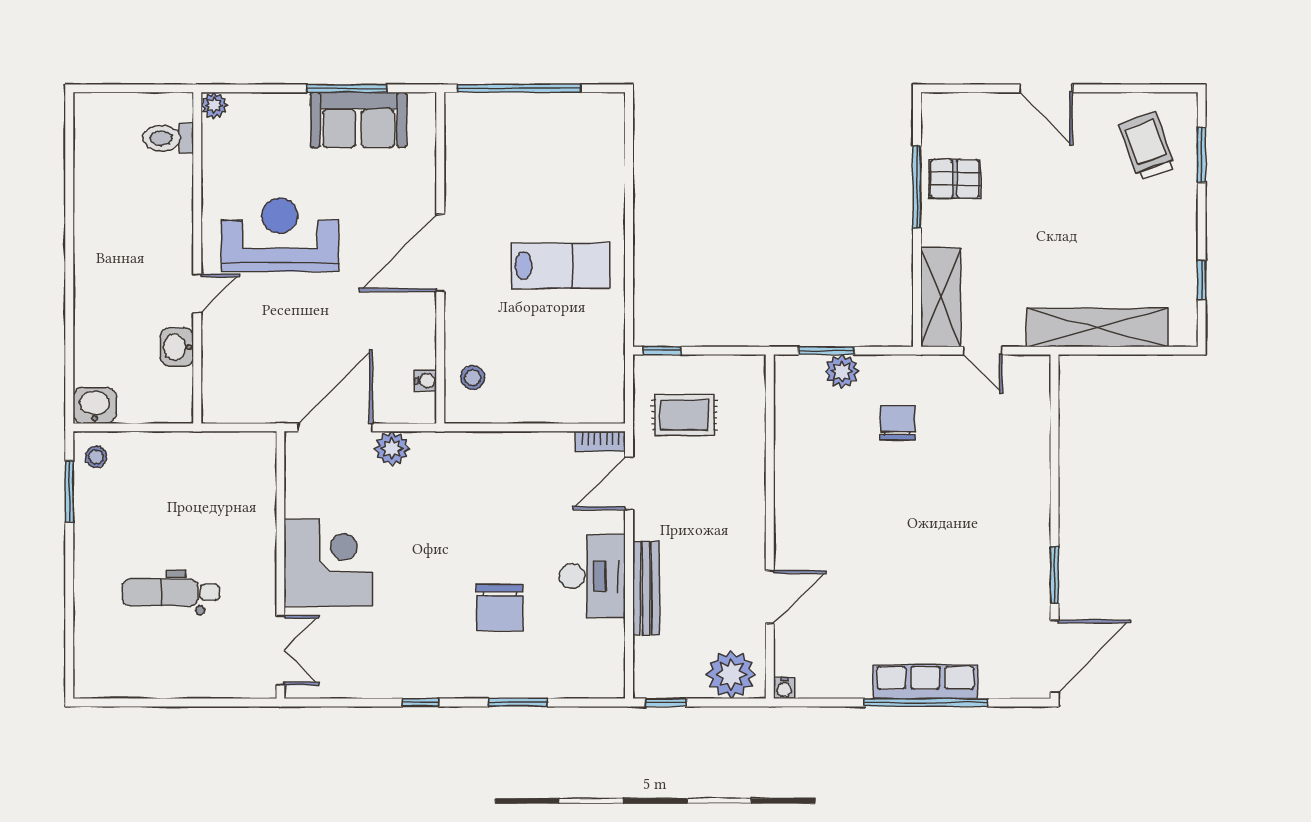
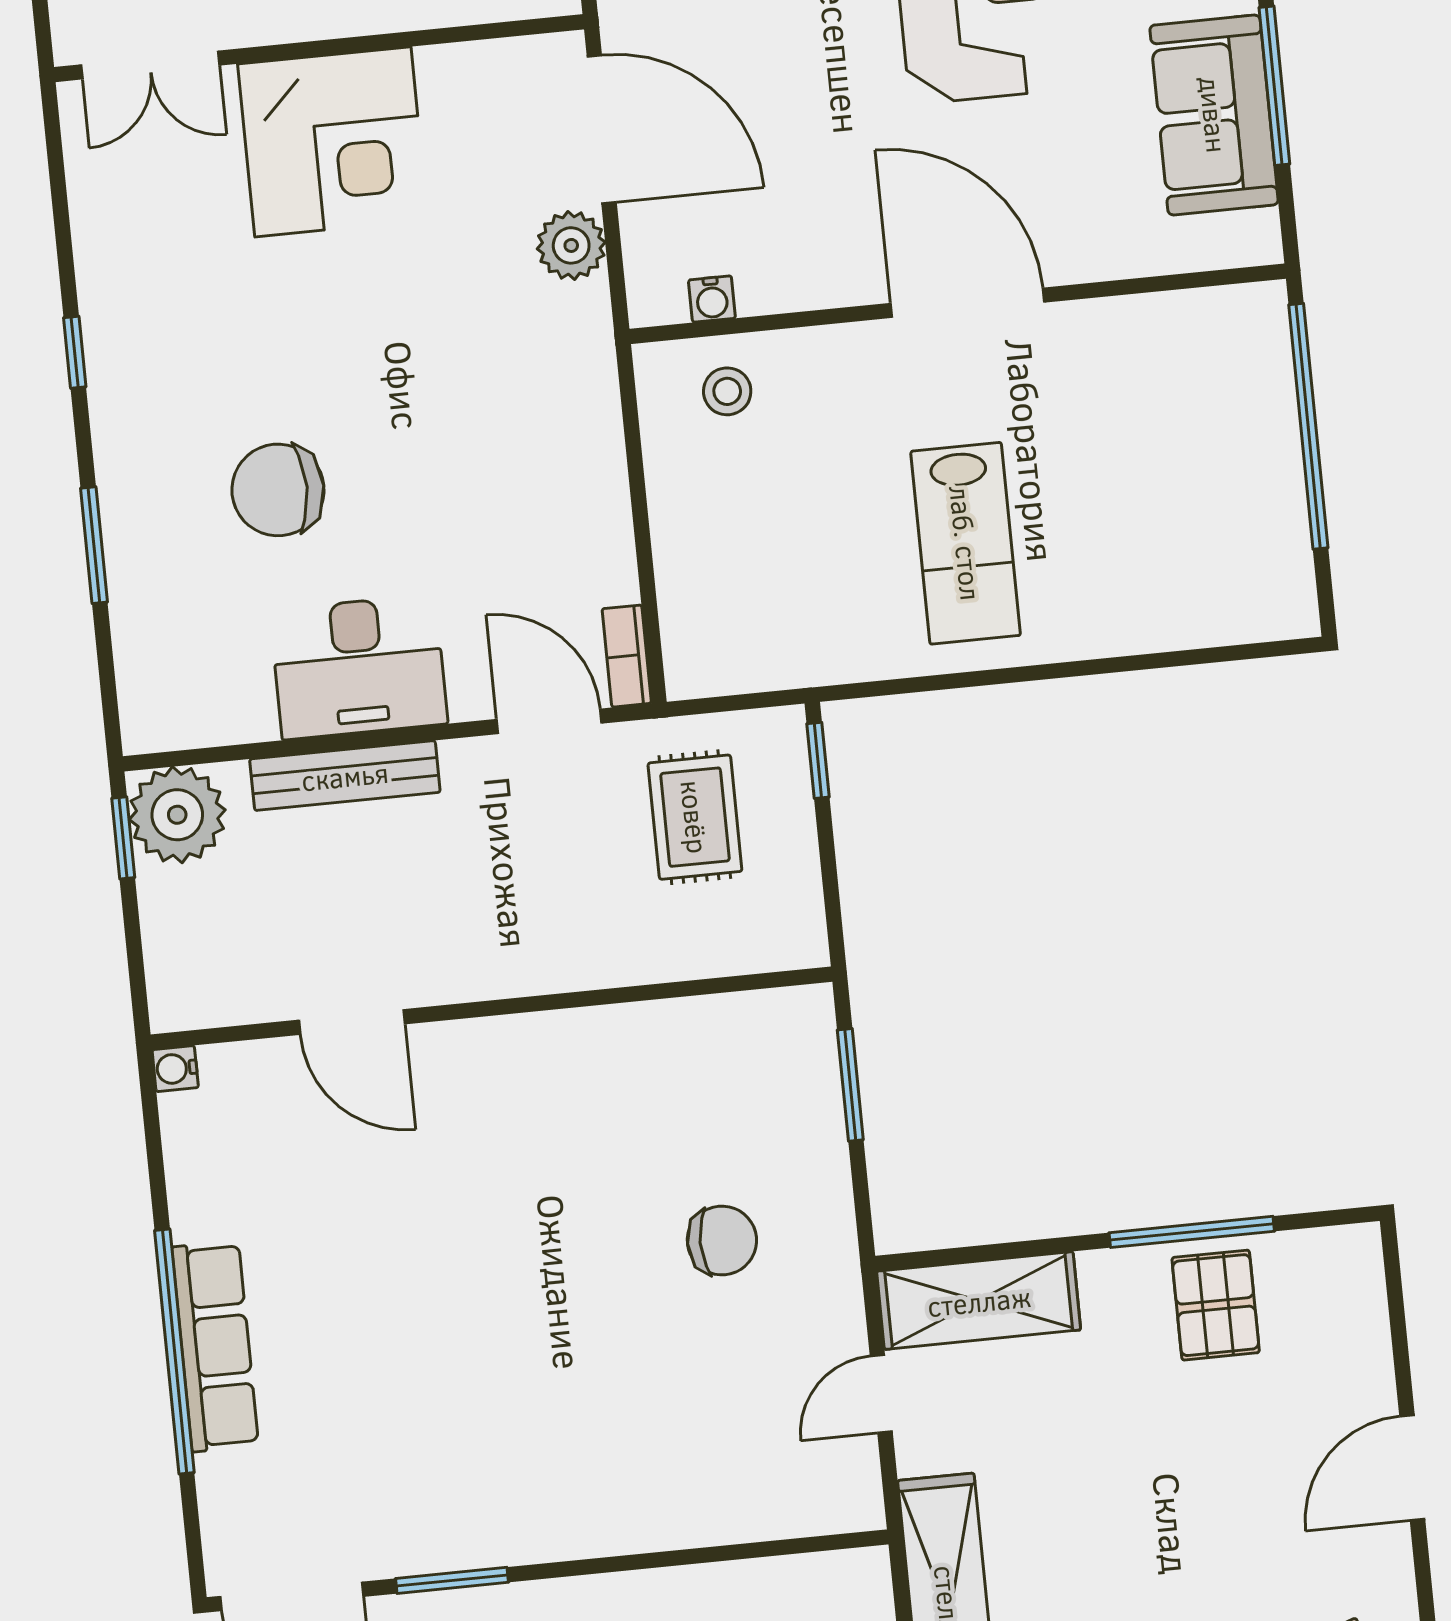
plant: (842, 371) -> (813, 1120), removed
plant: (731, 674) -> (177, 815), moved

